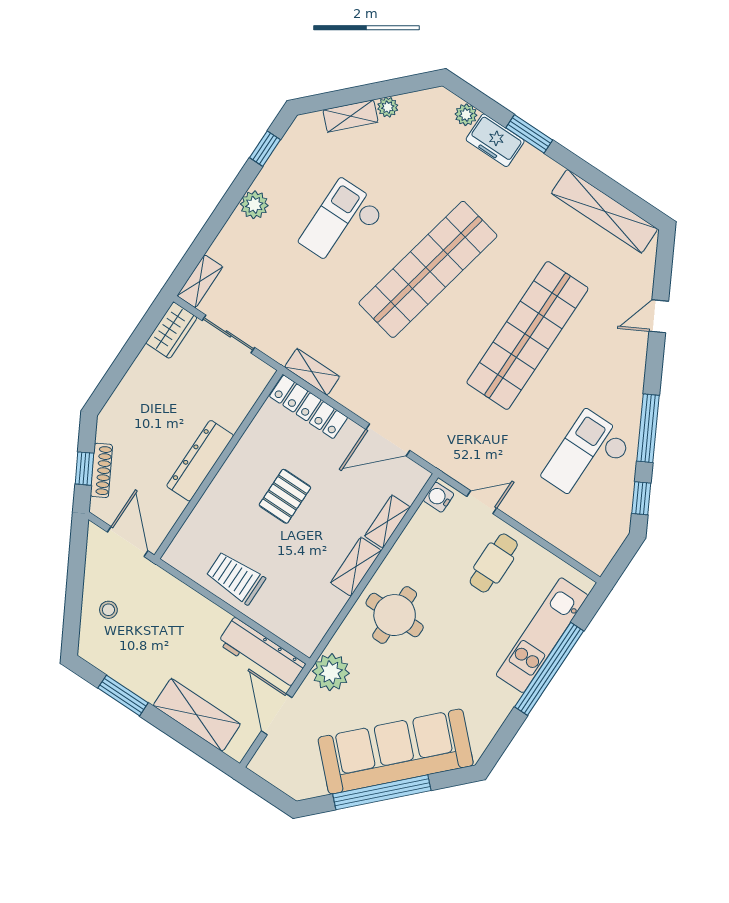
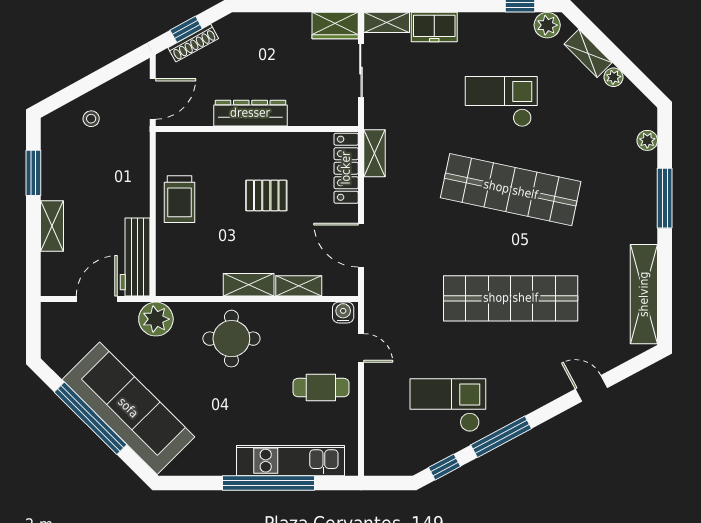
window: (529, 134) -> (665, 198), width x1.44
freezer: (495, 140) -> (434, 27), moved, turned -90
plant: (254, 205) -> (547, 25), moved
trolley: (236, 578) -> (180, 199), turned 180
shelving: (197, 715) -> (52, 226), width x0.67, depth x0.75

